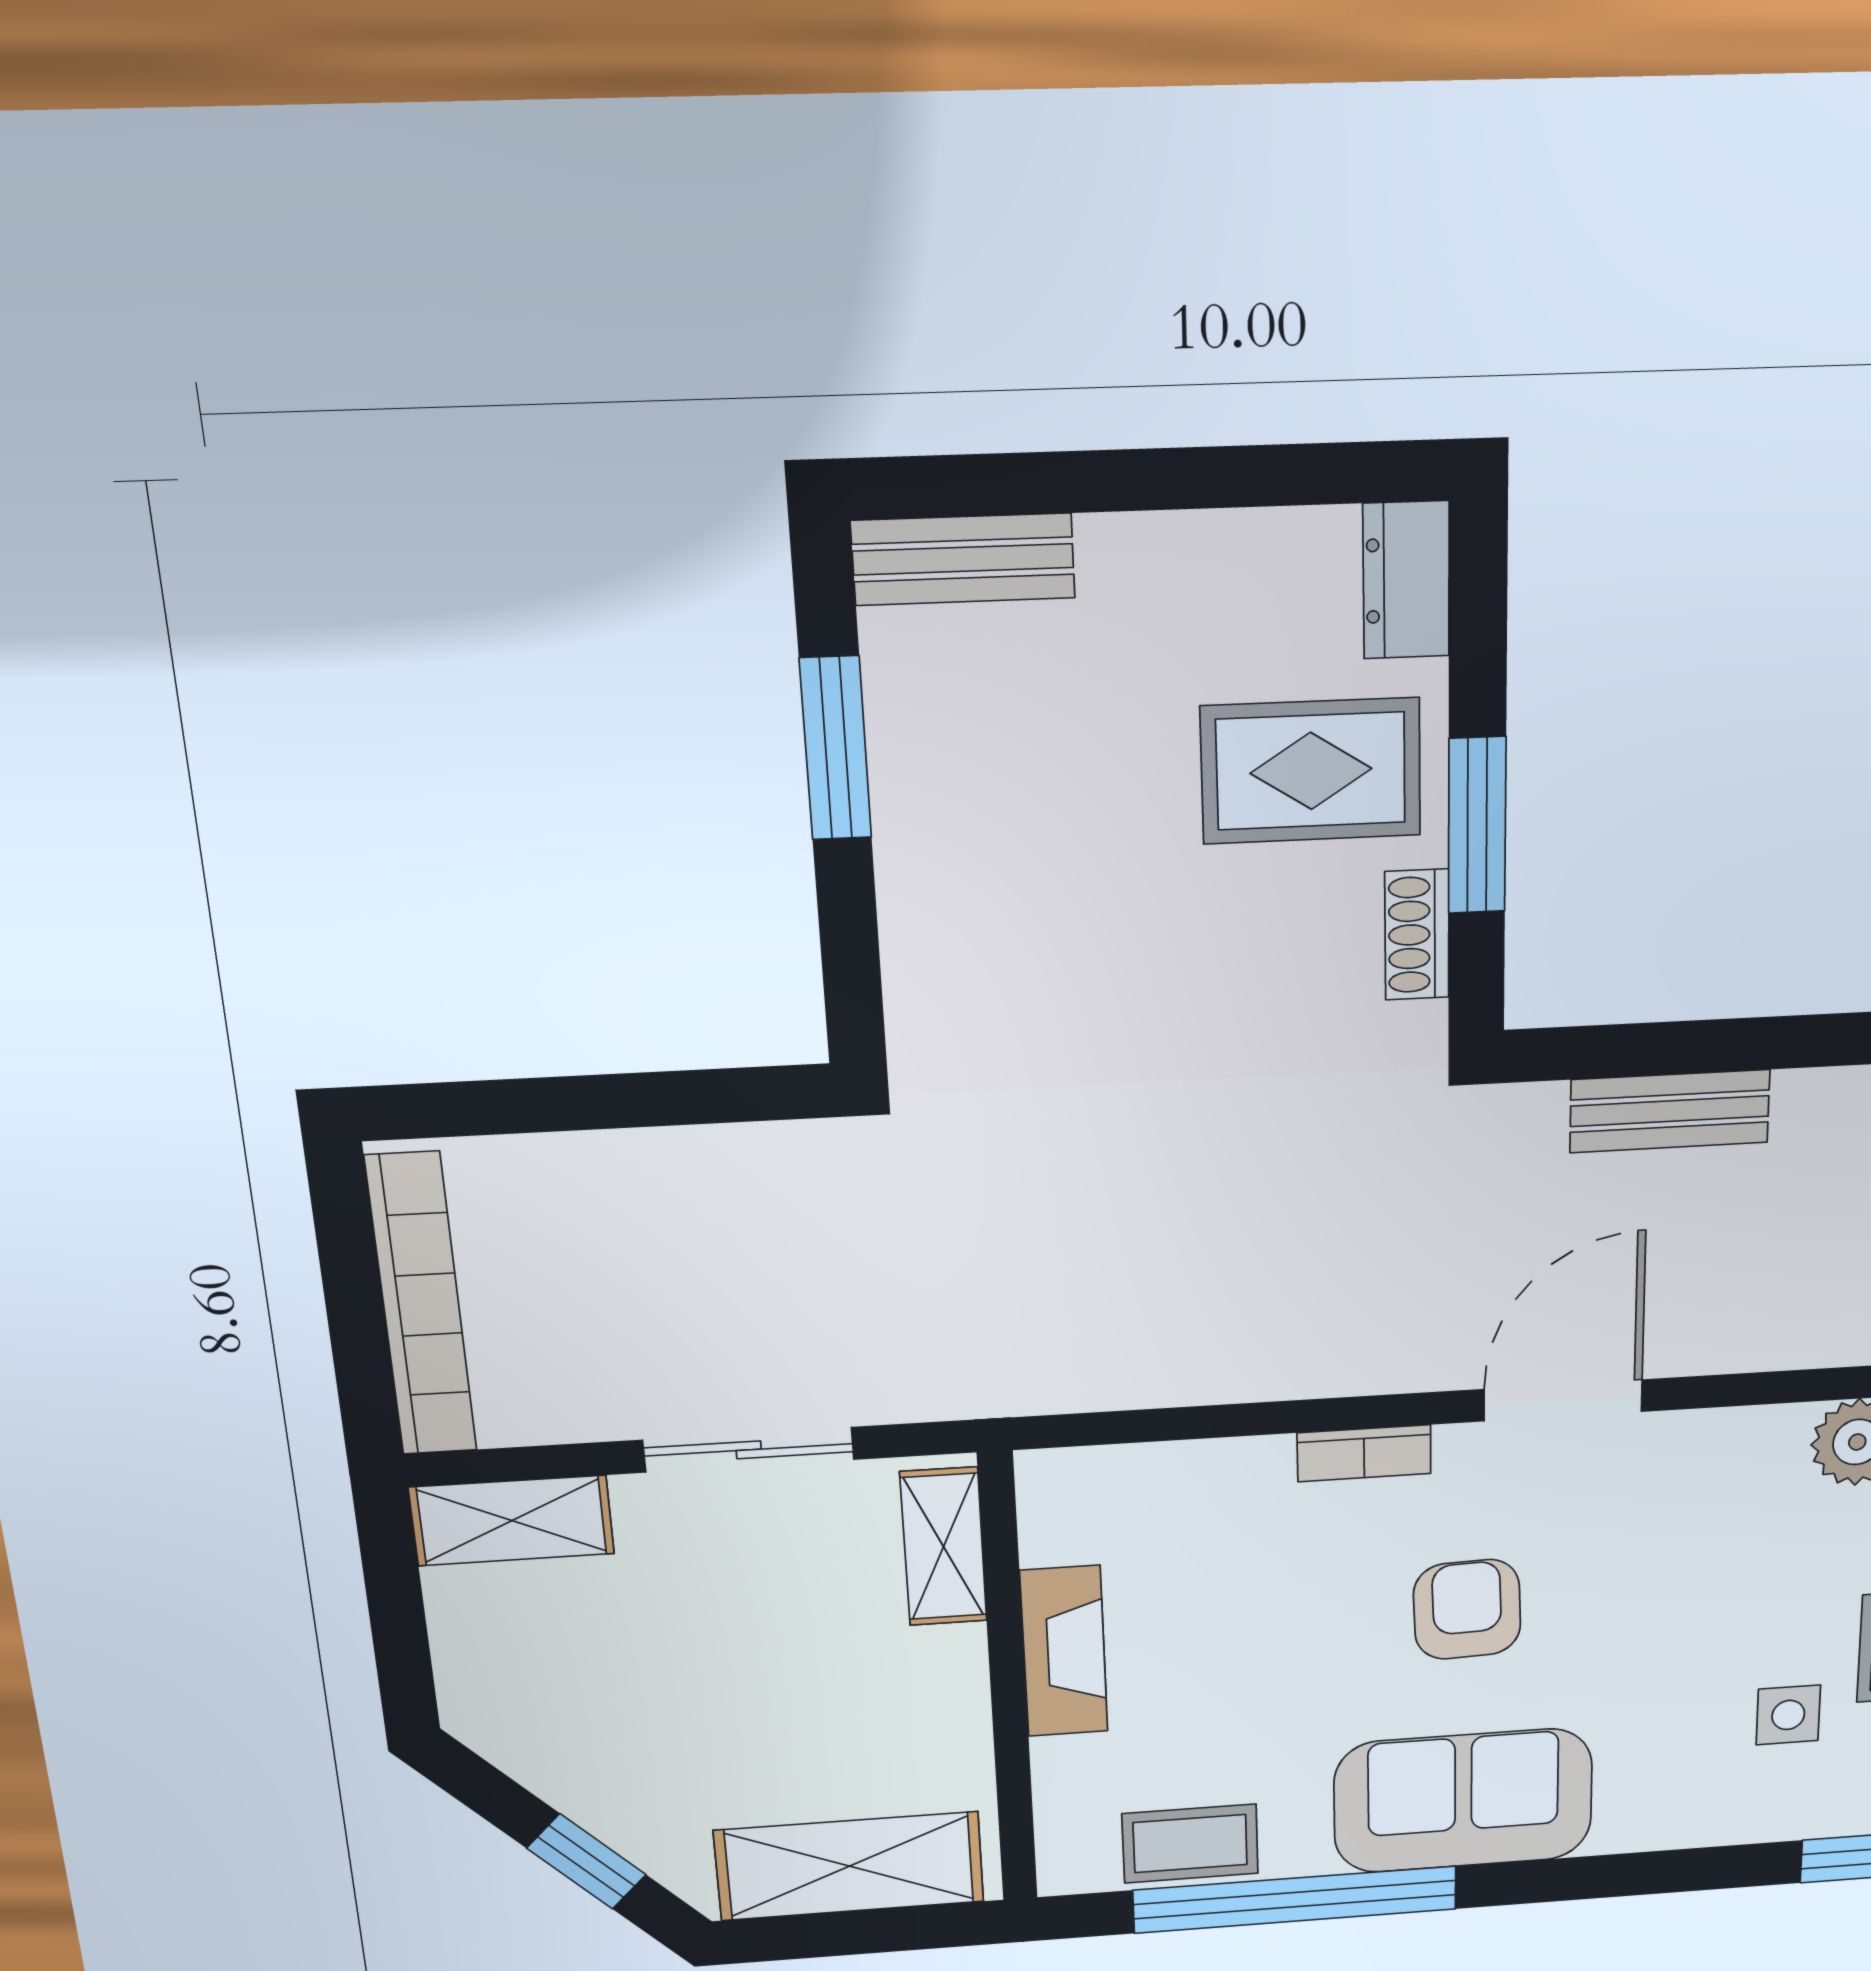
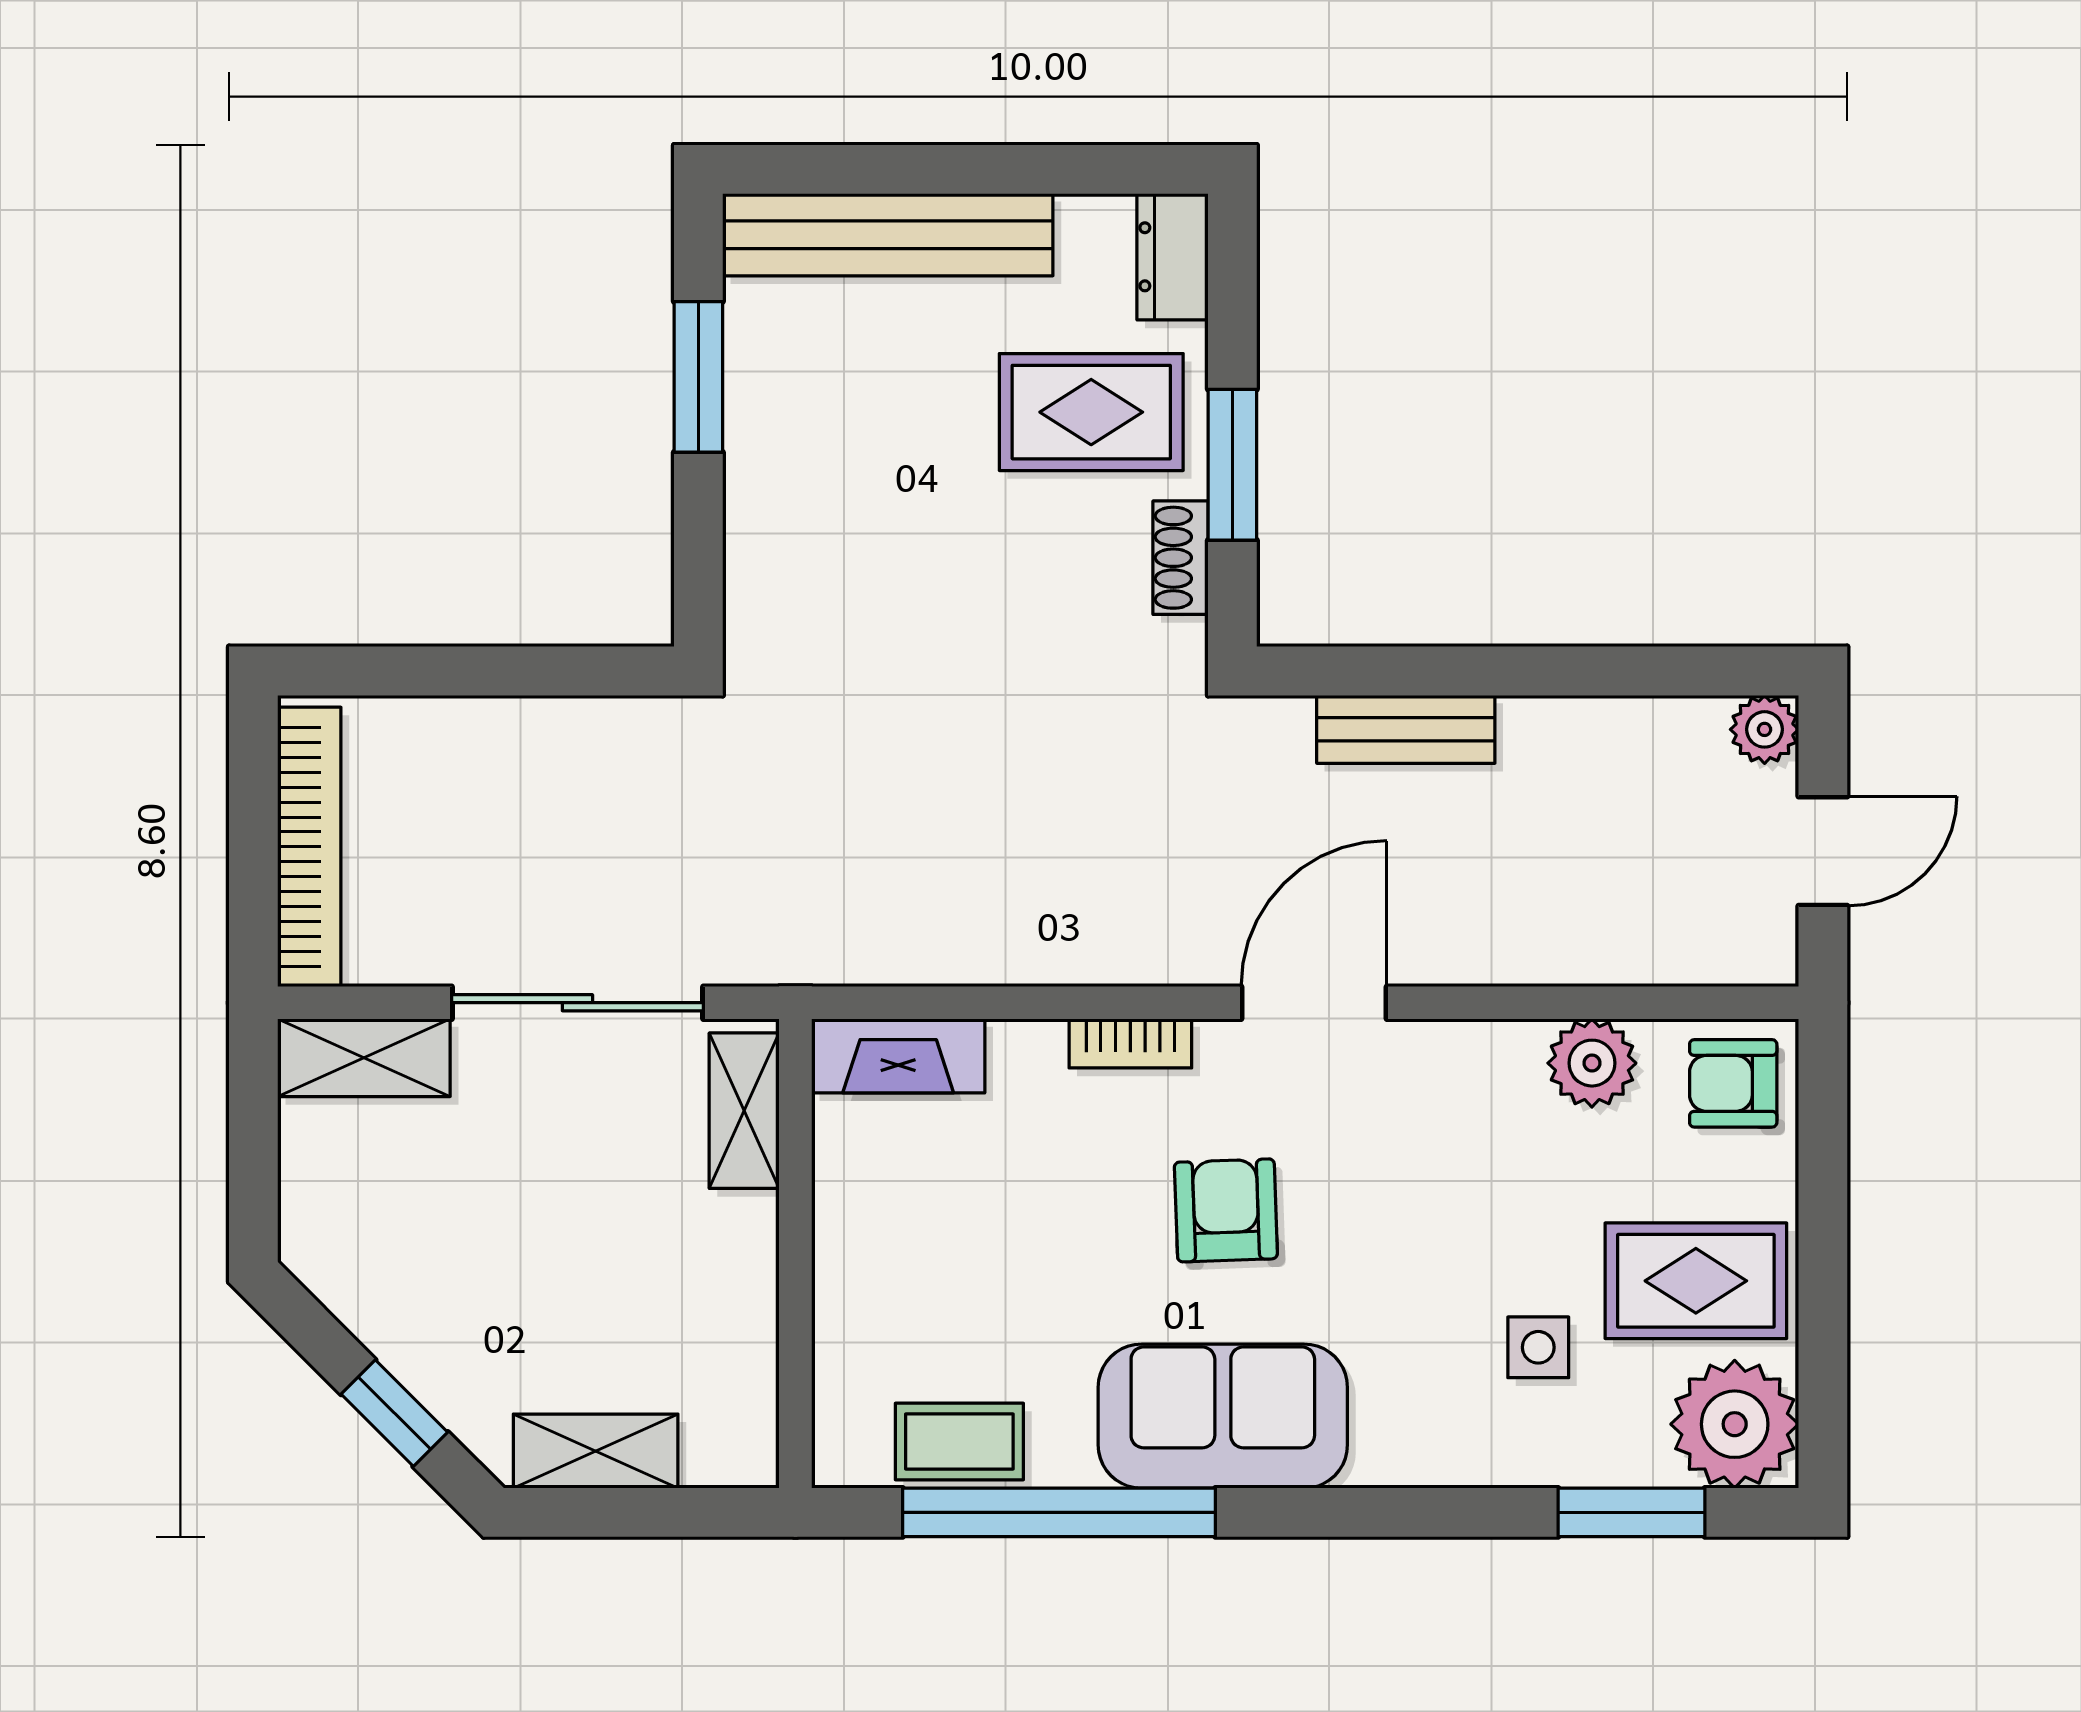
bench: (963, 559) -> (888, 235), width x1.86, depth x1.21
sliding door: (749, 1450) -> (577, 1003), width x1.37
fireplace: (1064, 1651) -> (898, 1056), moved, turned 90
shelving: (850, 1866) -> (596, 1451), width x0.67, depth x0.75

